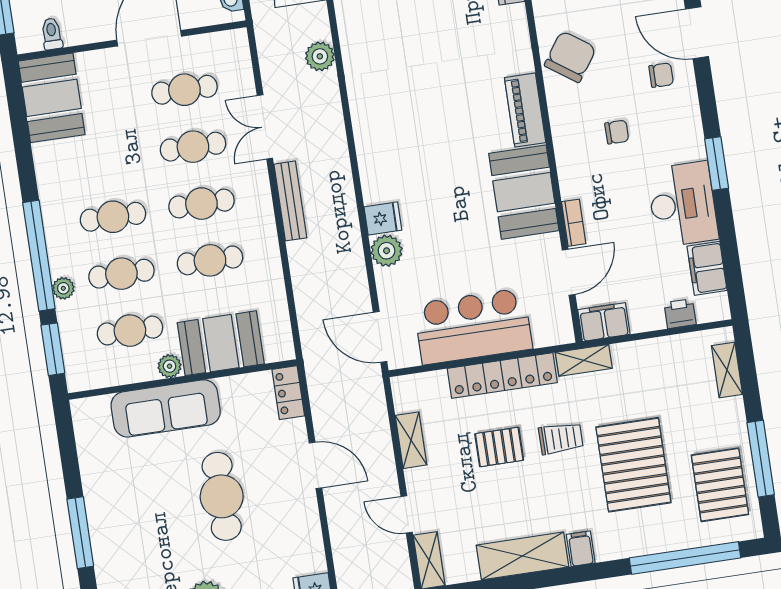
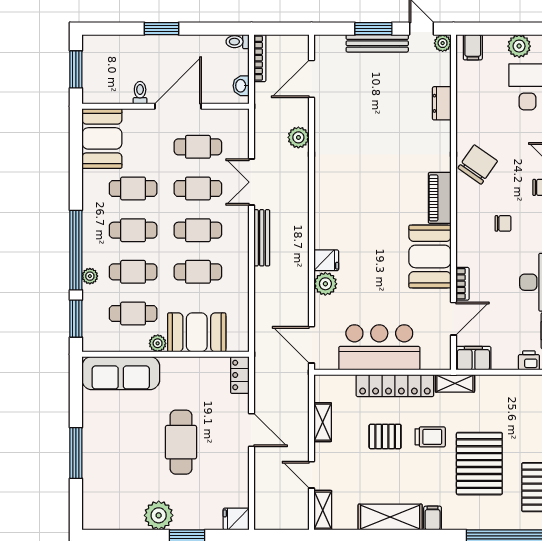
toilet: (52, 34) -> (140, 93), moved
cafe table: (104, 160) -> (133, 189), added
sofa: (166, 408) -> (121, 373), moved

